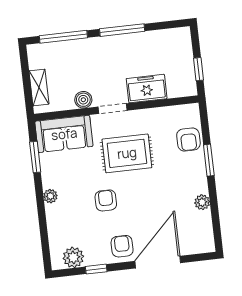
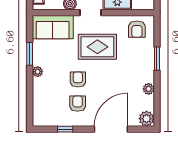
armchair: (188, 139) -> (137, 29), moved
window: (35, 157) -> (30, 54), moved
armchair: (122, 246) -> (78, 104), moved
plant: (73, 257) -> (147, 119), moved

